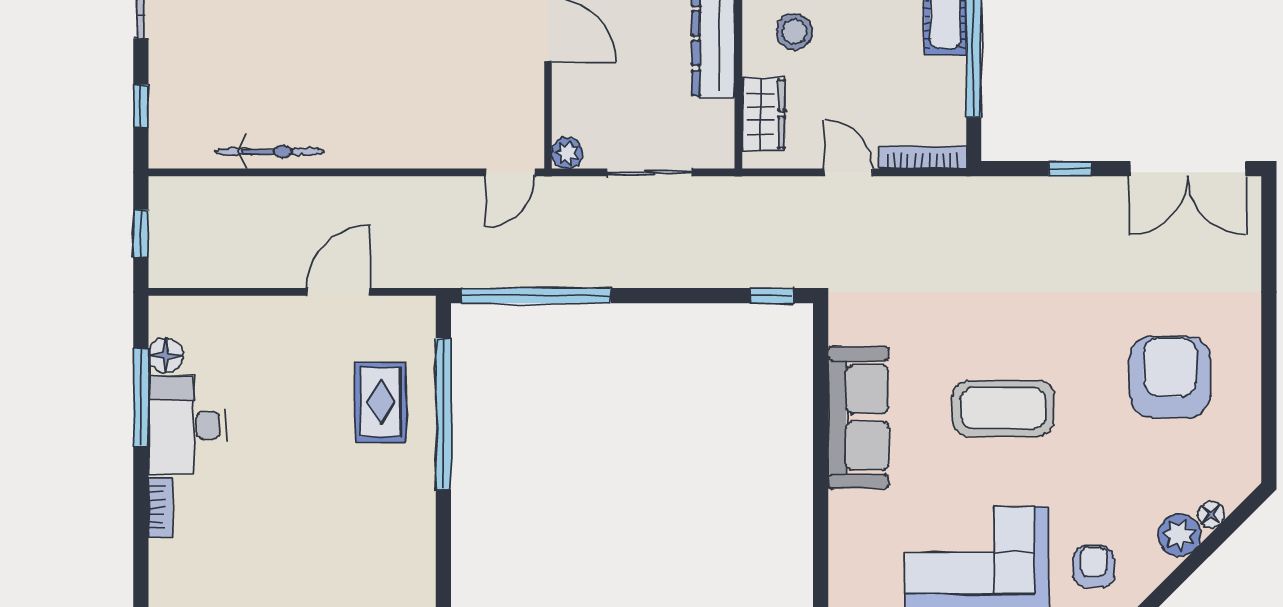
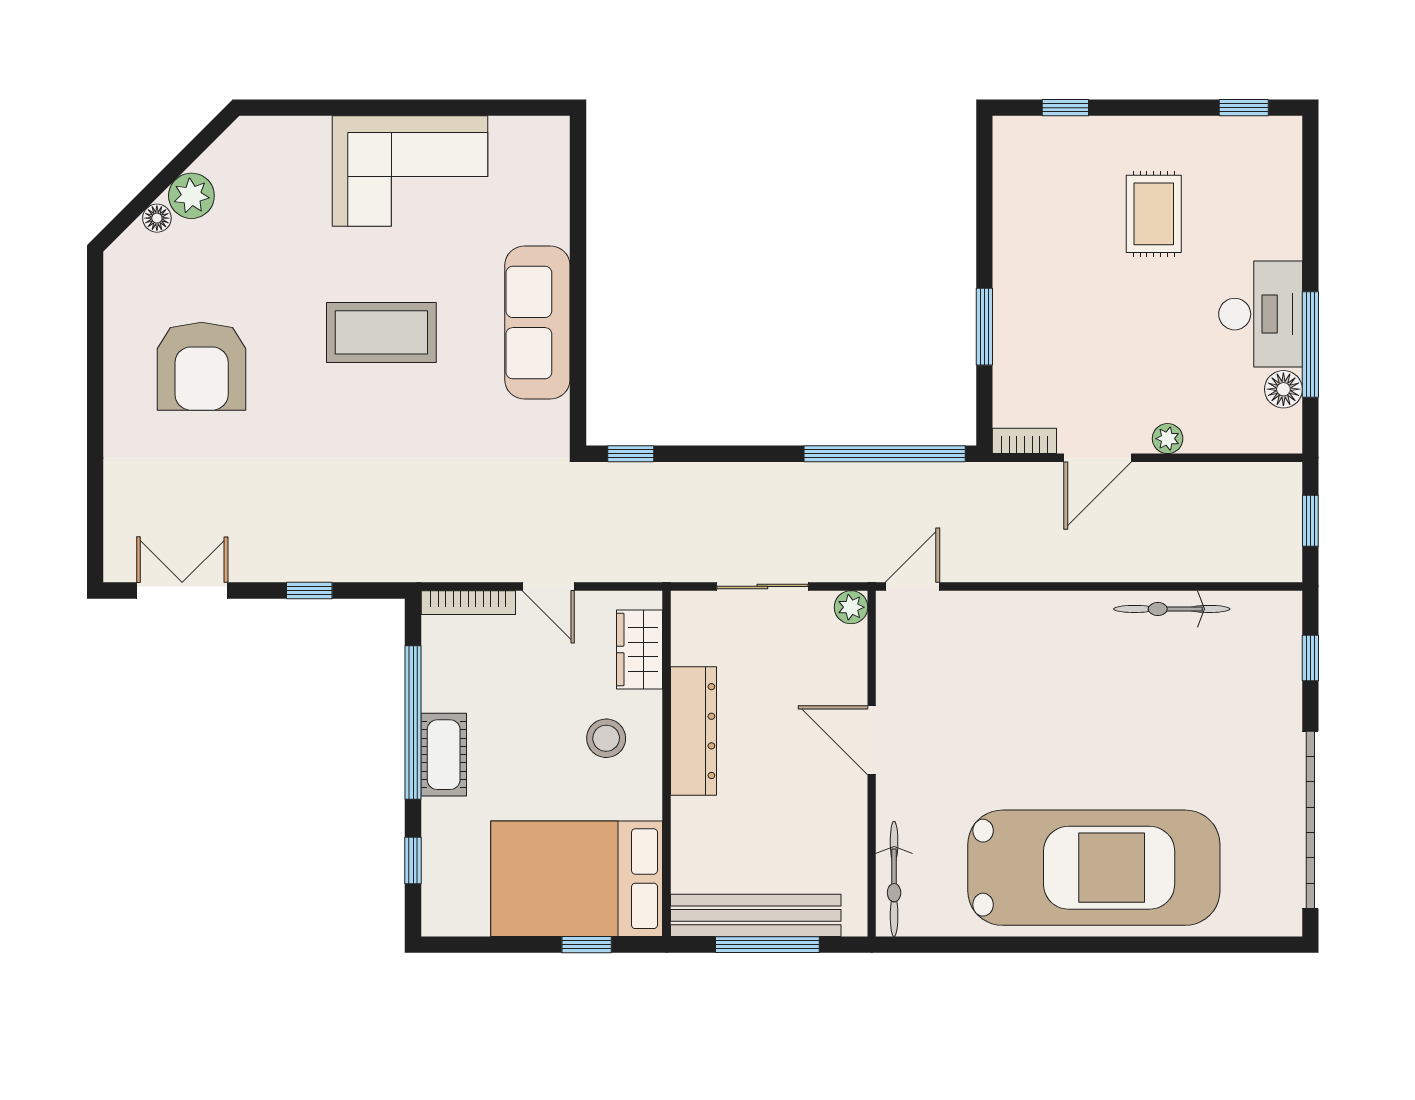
double door: (1188, 169) -> (182, 591), width x0.73
plant: (273, 310) -> (1168, 439), added
rug: (380, 402) -> (1154, 214), moved
window: (443, 414) -> (984, 327), width x0.47
bookcase: (160, 507) -> (1024, 441), moved, turned 90
armchair: (1094, 567) -> (284, 162), removed

